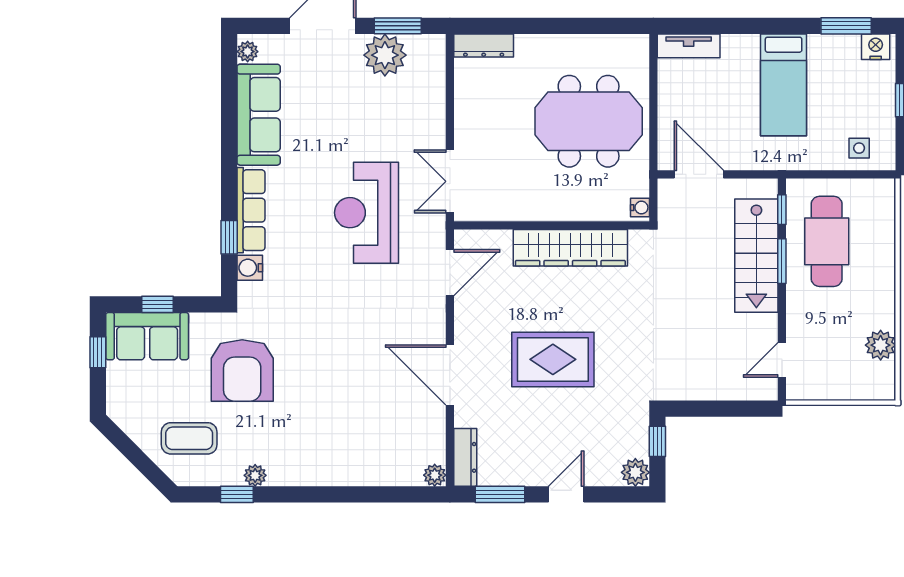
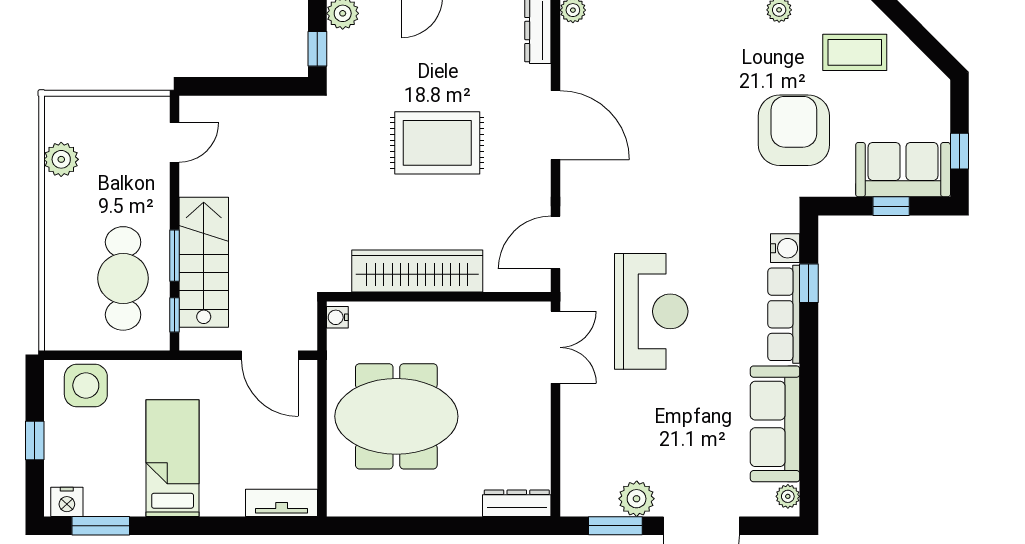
plant: (385, 55) -> (637, 499), width x0.73, depth x0.73
side table: (859, 148) -> (86, 385), width x1.87, depth x1.87

